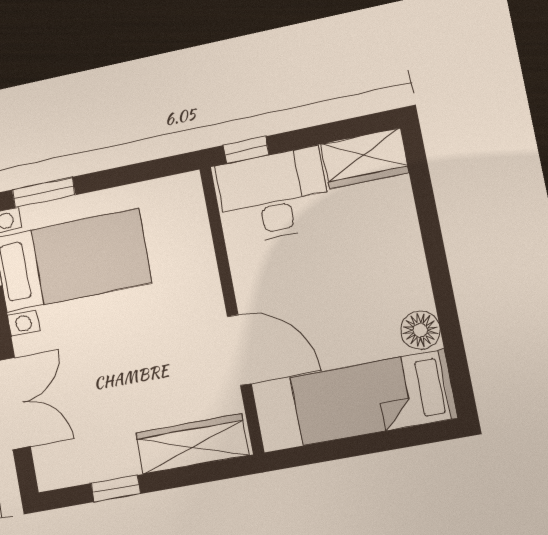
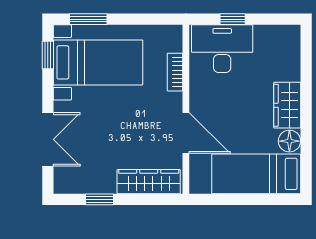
window: (246, 150) -> (233, 19), moved
wardrobe: (365, 158) -> (287, 105), moved, turned 90
bookcase: (202, 251) -> (175, 72), added

